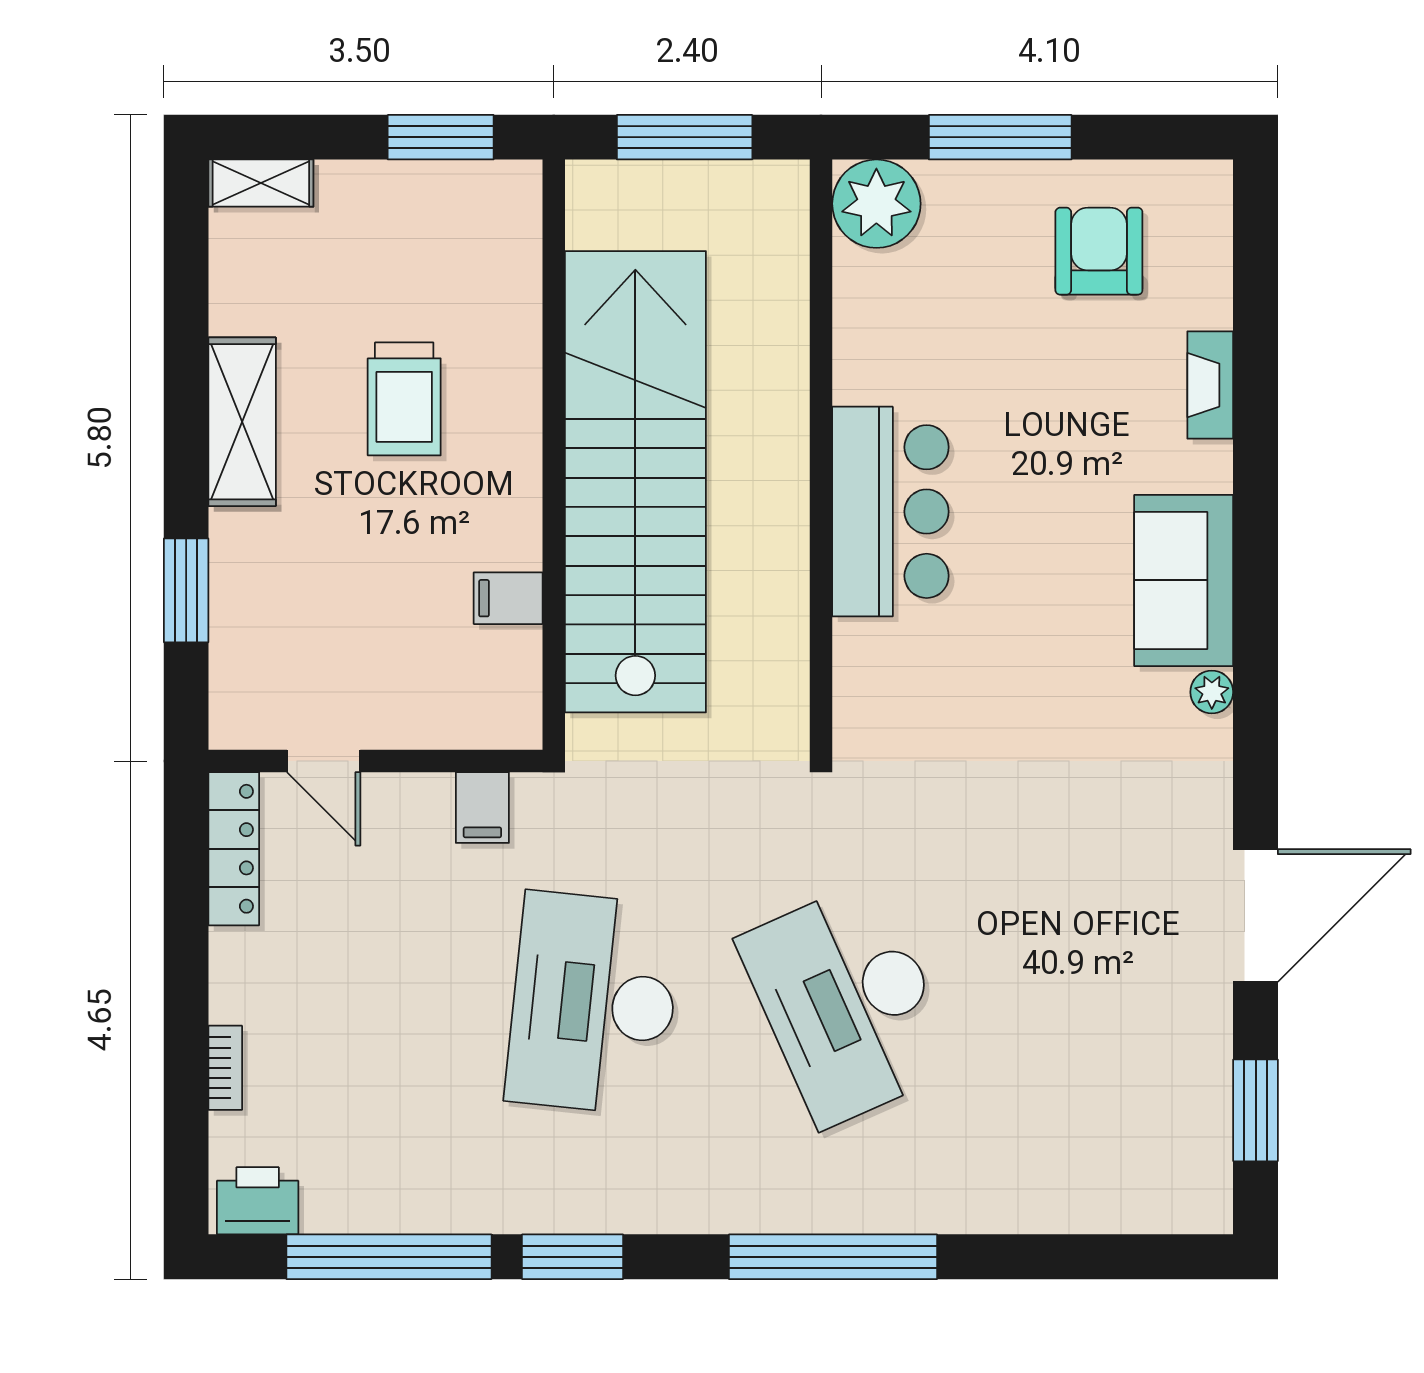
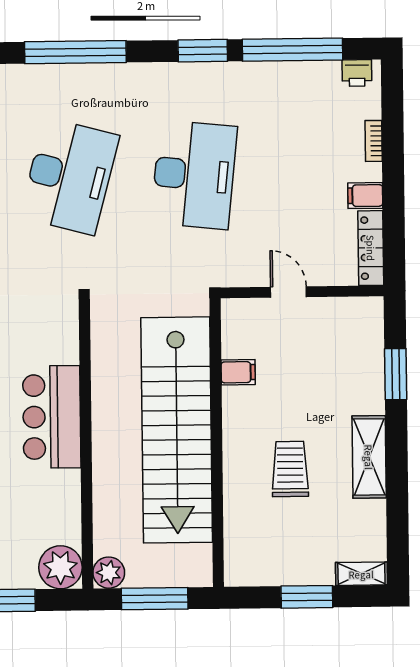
window: (441, 137) -> (307, 597), moved
plant: (778, 192) -> (109, 573), added
door: (324, 761) -> (288, 292), moved
filing cabinet: (482, 808) -> (365, 196), moved, turned -90
desk: (848, 1003) -> (69, 176), turned 39
printer: (258, 1201) -> (357, 73), width x0.73, depth x0.81

